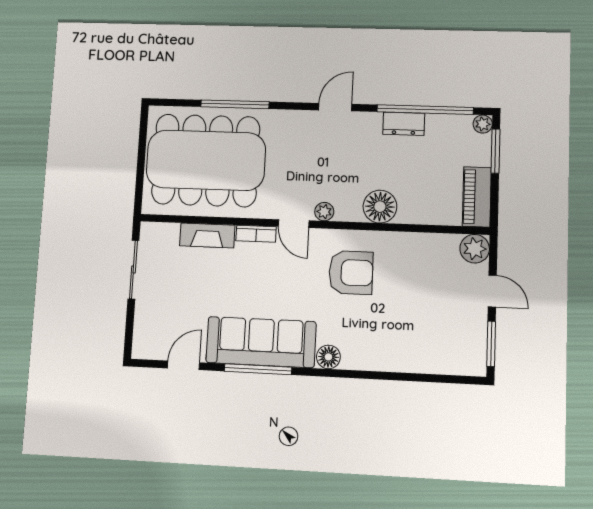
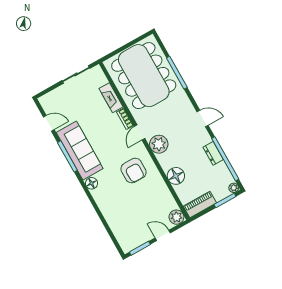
floor lamp: (380, 207) -> (176, 176), moved
plant: (324, 212) -> (159, 144), width x1.87, depth x1.87
door: (492, 291) -> (163, 235), swing flipped

